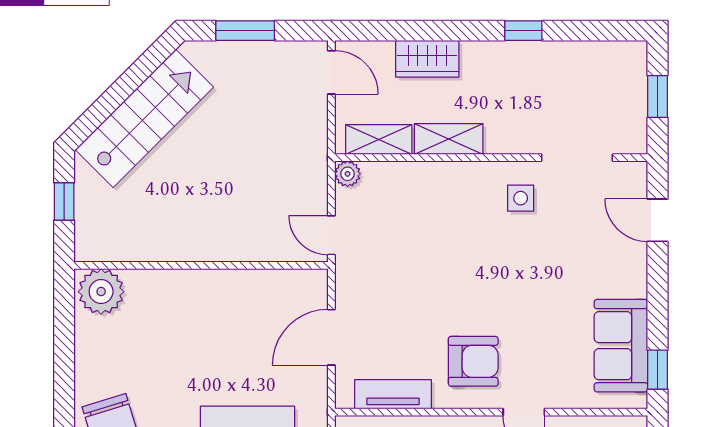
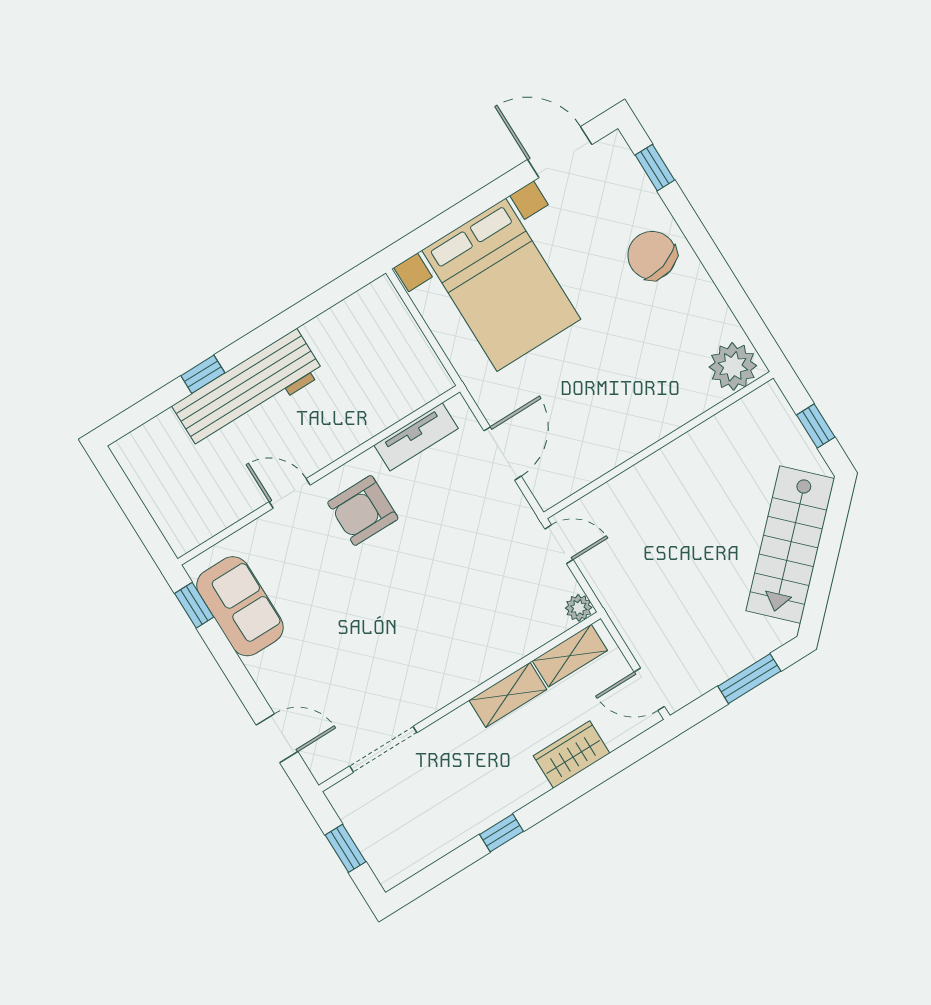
side table: (521, 198) -> (411, 682), removed

